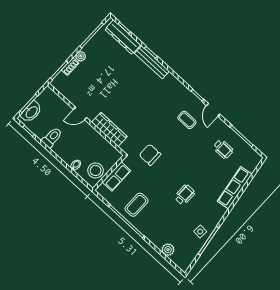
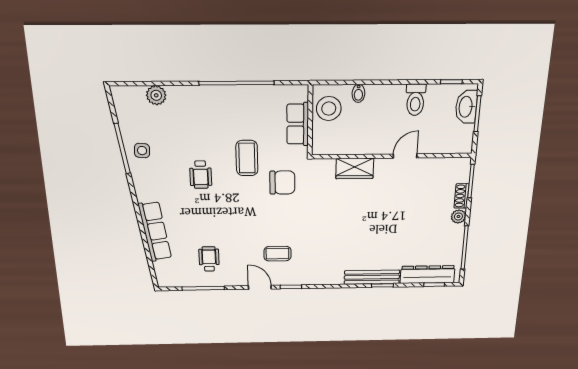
wardrobe: (109, 130) -> (355, 169), width x0.67
wheelchair: (223, 149) -> (209, 259), turned 90
coffee table: (137, 205) -> (247, 158), moved

